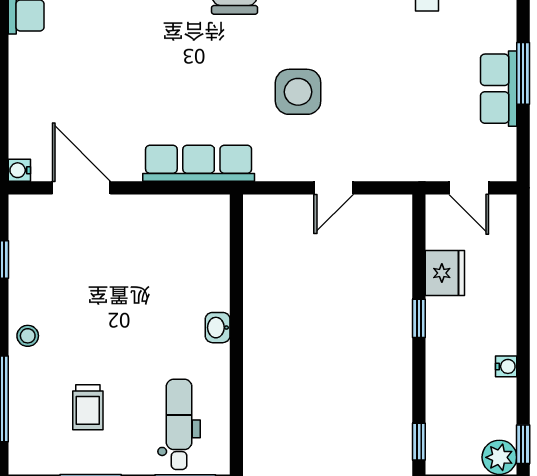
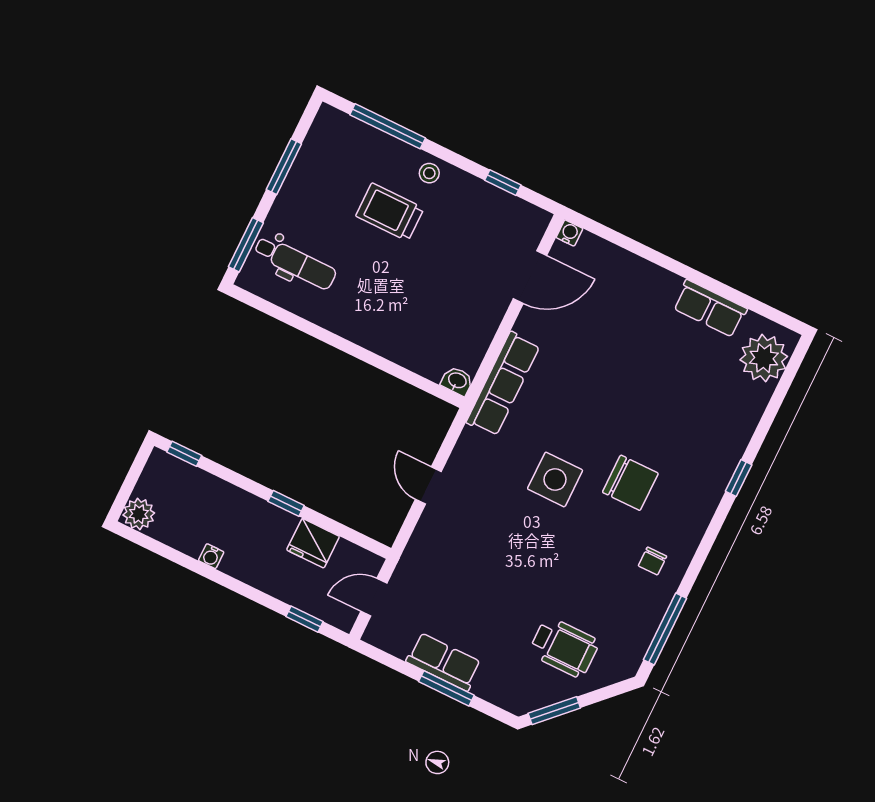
side table: (298, 92) -> (555, 479), moved
washbasin: (218, 328) -> (457, 381), moved
trolley: (88, 407) -> (390, 212), moved, width x1.36, depth x1.39
window: (523, 444) -> (304, 619), moved

